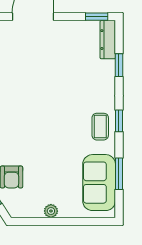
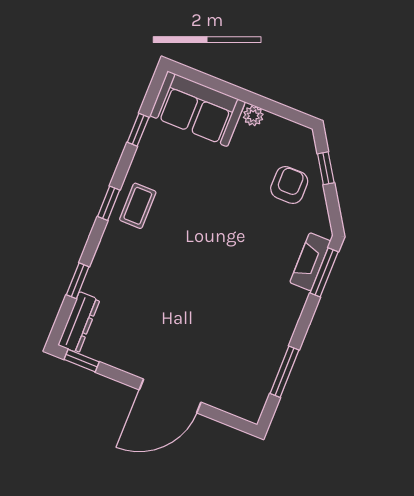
window: (119, 174) -> (138, 130), width x0.67
sofa: (99, 183) -> (198, 109), moved, turned 90

